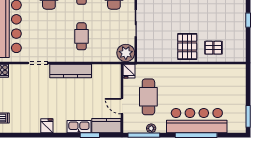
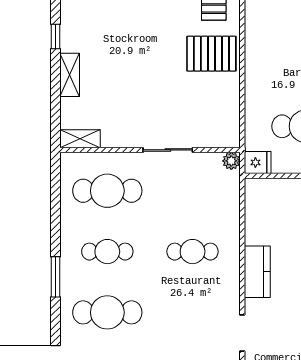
plant: (126, 53) -> (231, 161), width x0.53, depth x0.53
kitchen counter: (71, 71) -> (257, 272), width x0.67

